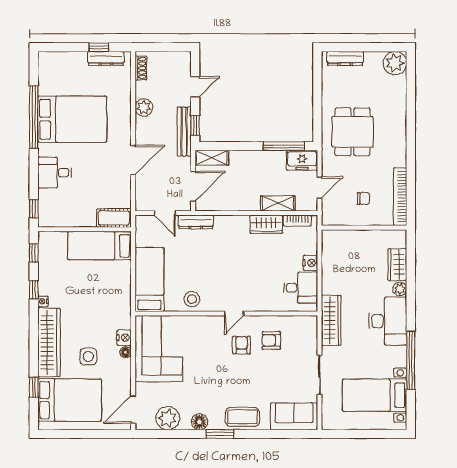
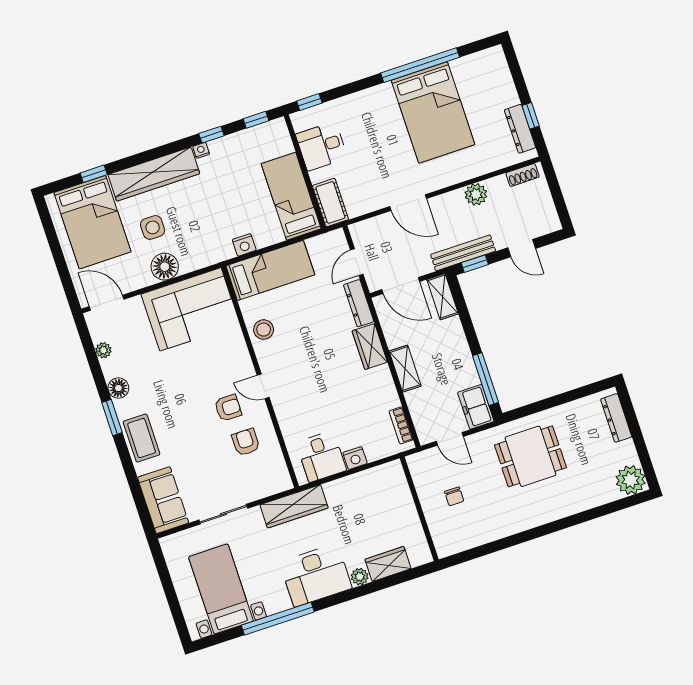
desk: (55, 173) -> (322, 146), moved, turned -90
bookcase: (400, 197) -> (471, 540), removed
shelving: (278, 203) -> (405, 369), moved
wardrobe: (266, 224) -> (370, 346), moved
nightstand: (124, 338) -> (244, 245), moved
floor lamp: (126, 352) -> (165, 267), width x1.89, depth x1.89
plant: (168, 418) -> (103, 350), width x0.53, depth x0.53

